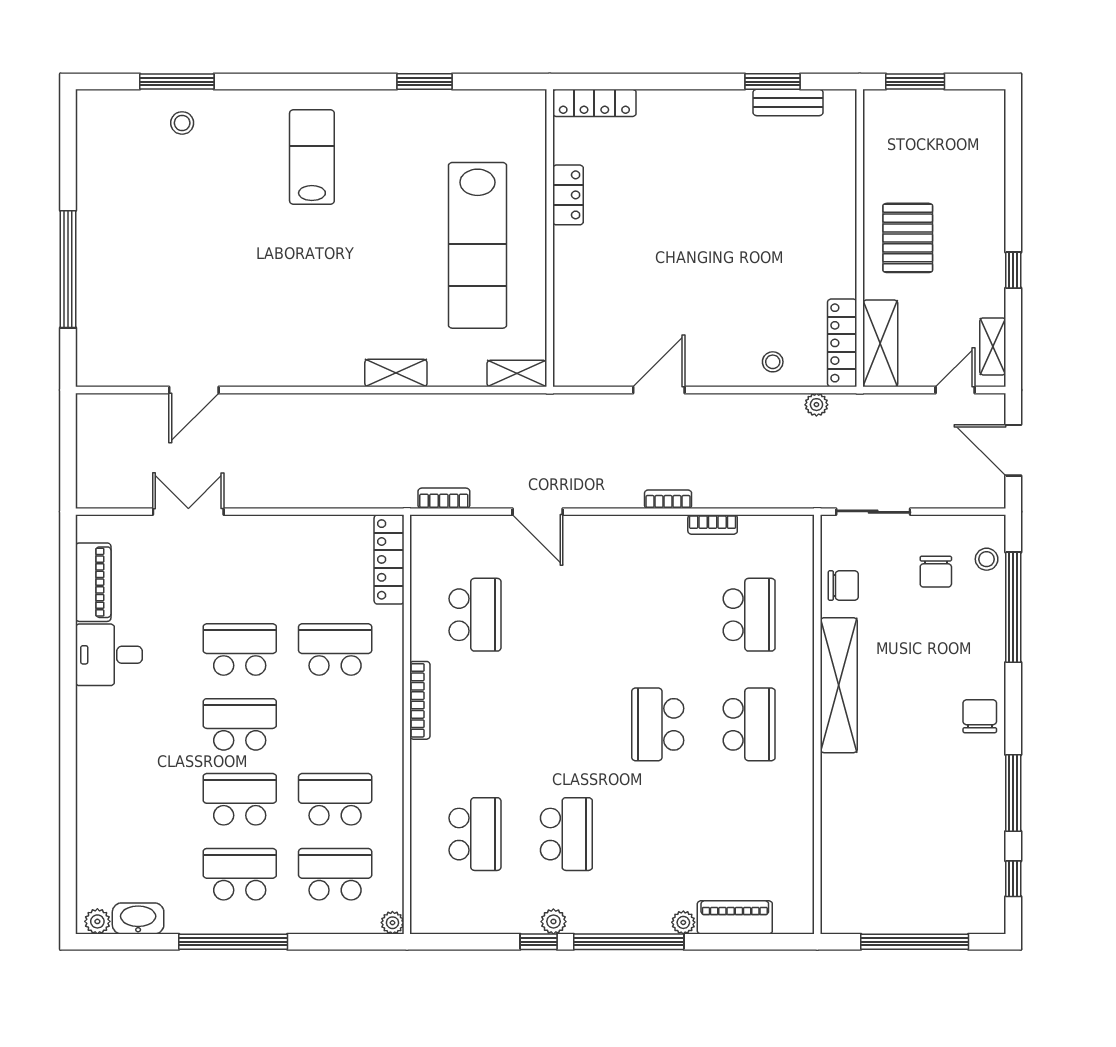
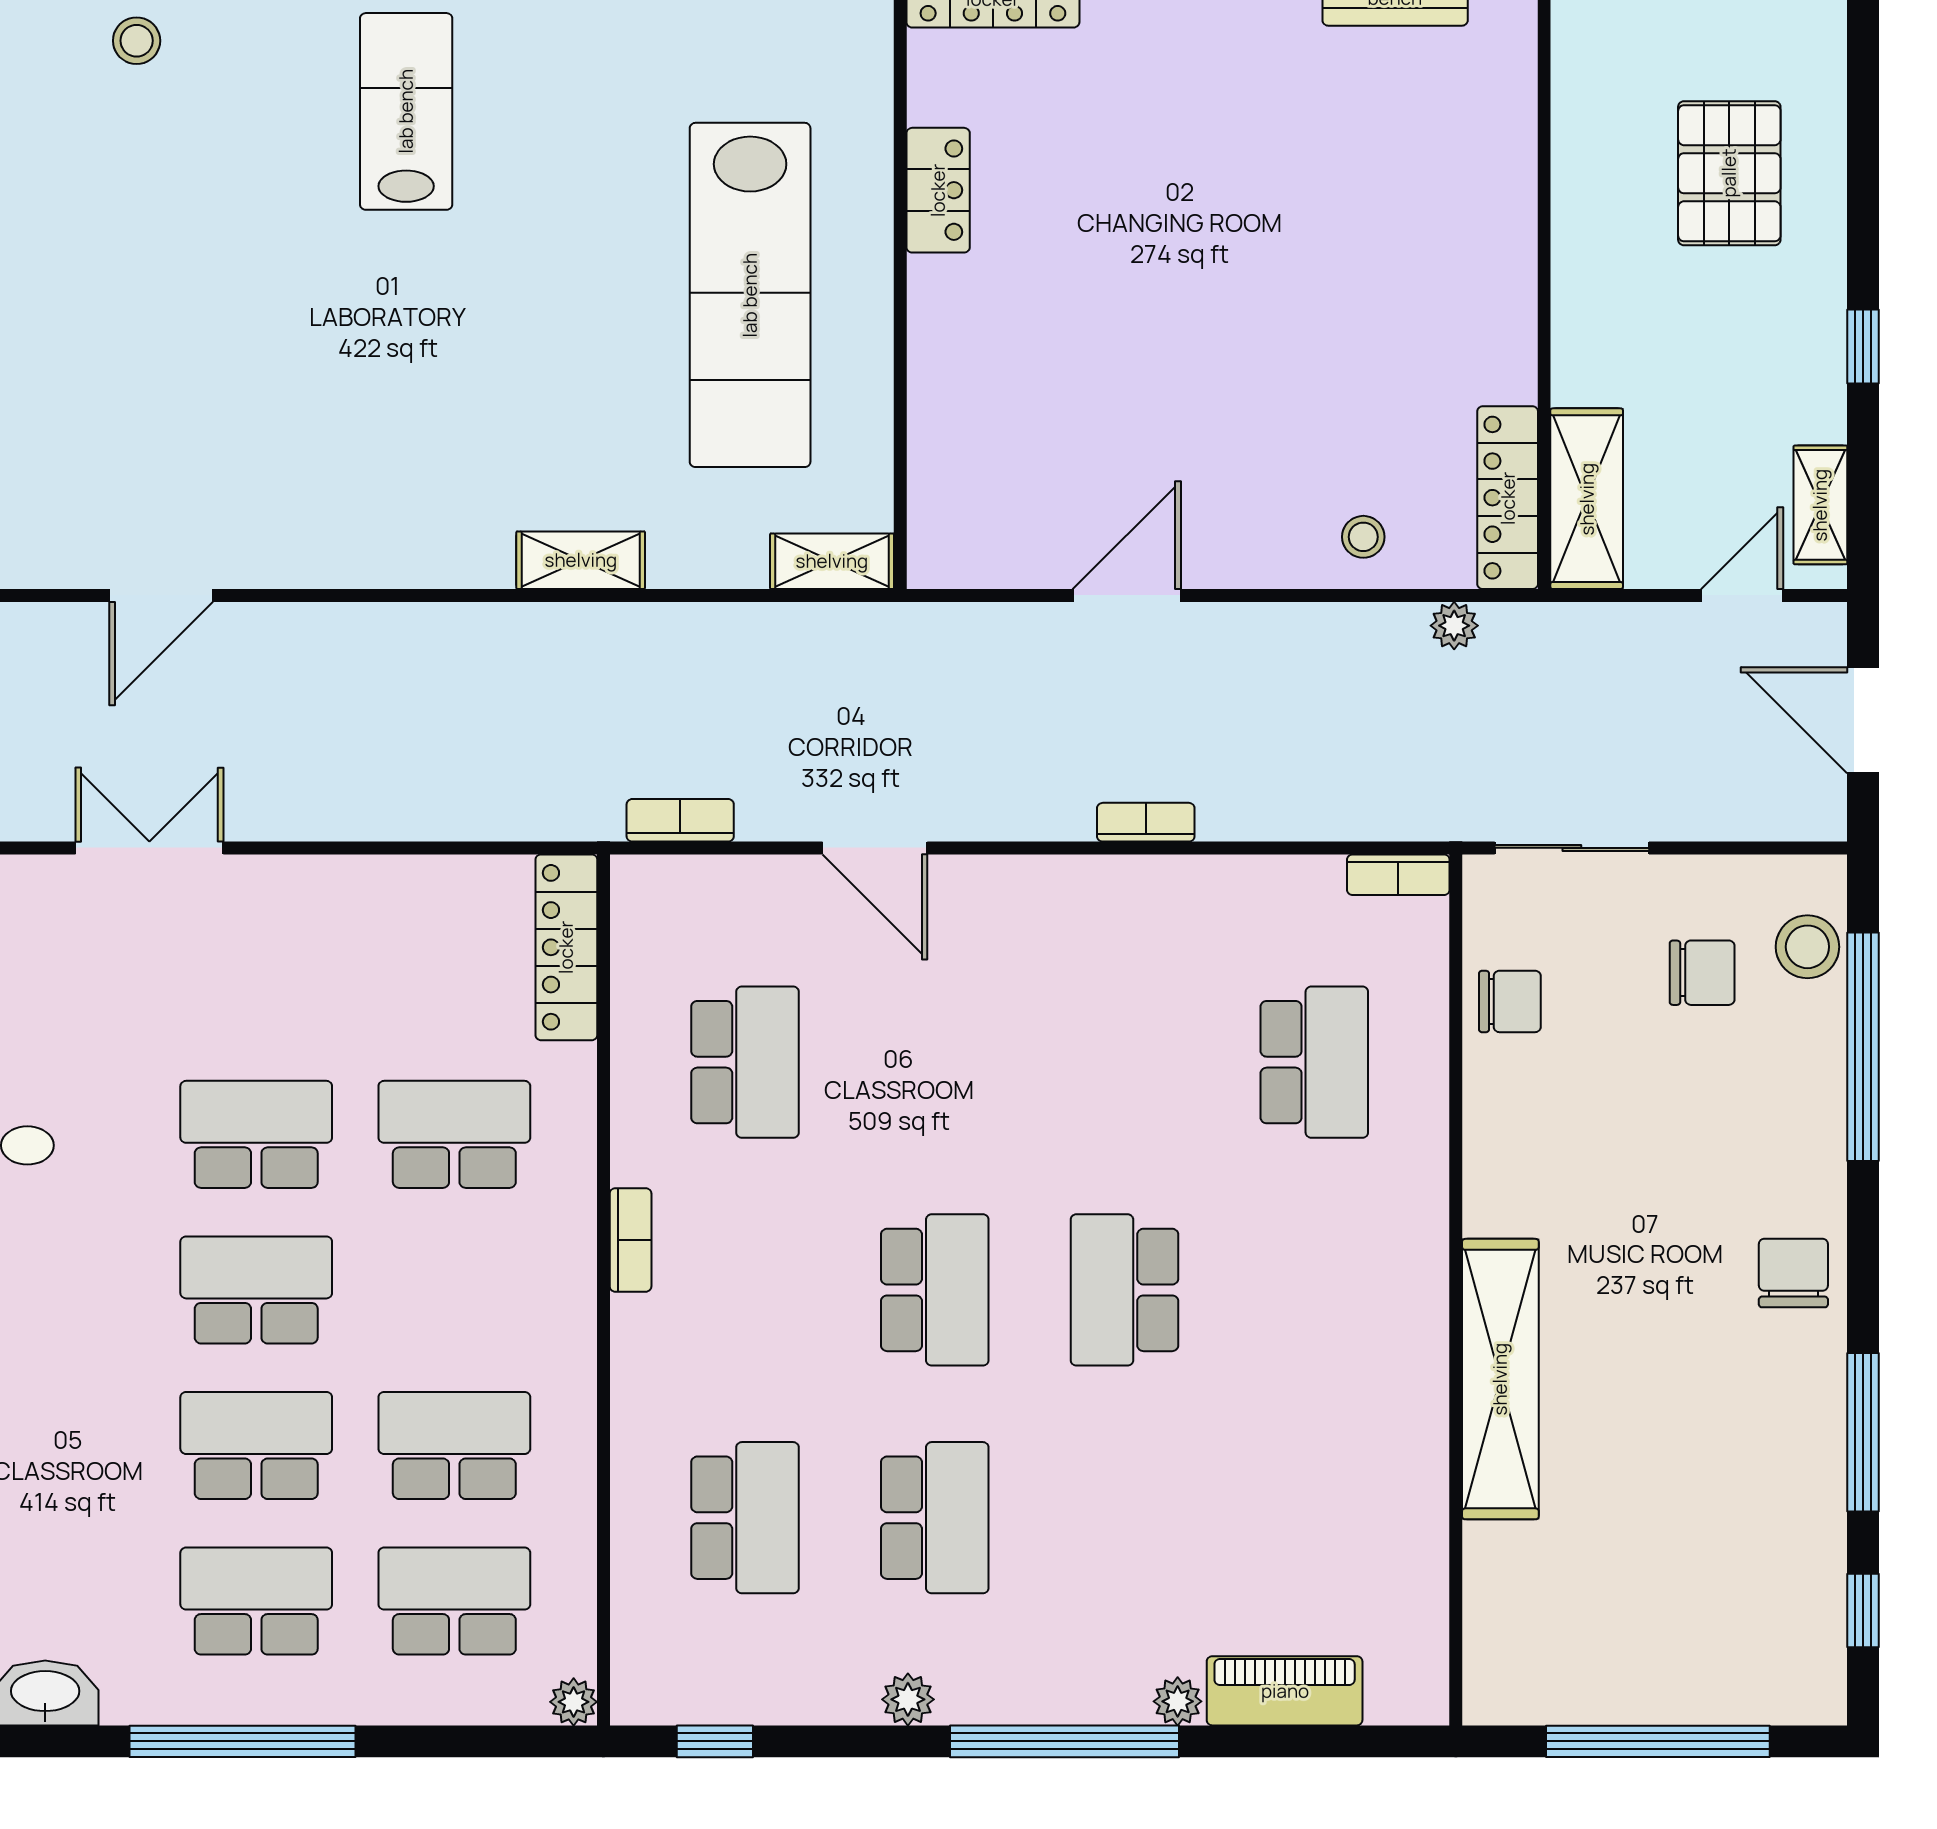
pallet: (908, 238) -> (1729, 173), moved
bookcase: (713, 524) -> (1398, 875), moved
stool: (987, 559) -> (1807, 947), width x1.37, depth x1.37
chair: (936, 572) -> (1702, 973), turned -90
shelving: (839, 685) -> (1500, 1379), moved
bookcase: (420, 700) -> (631, 1240), width x0.64
school desk: (749, 724) -> (935, 1290), moved
window: (539, 942) -> (715, 1741), moved

